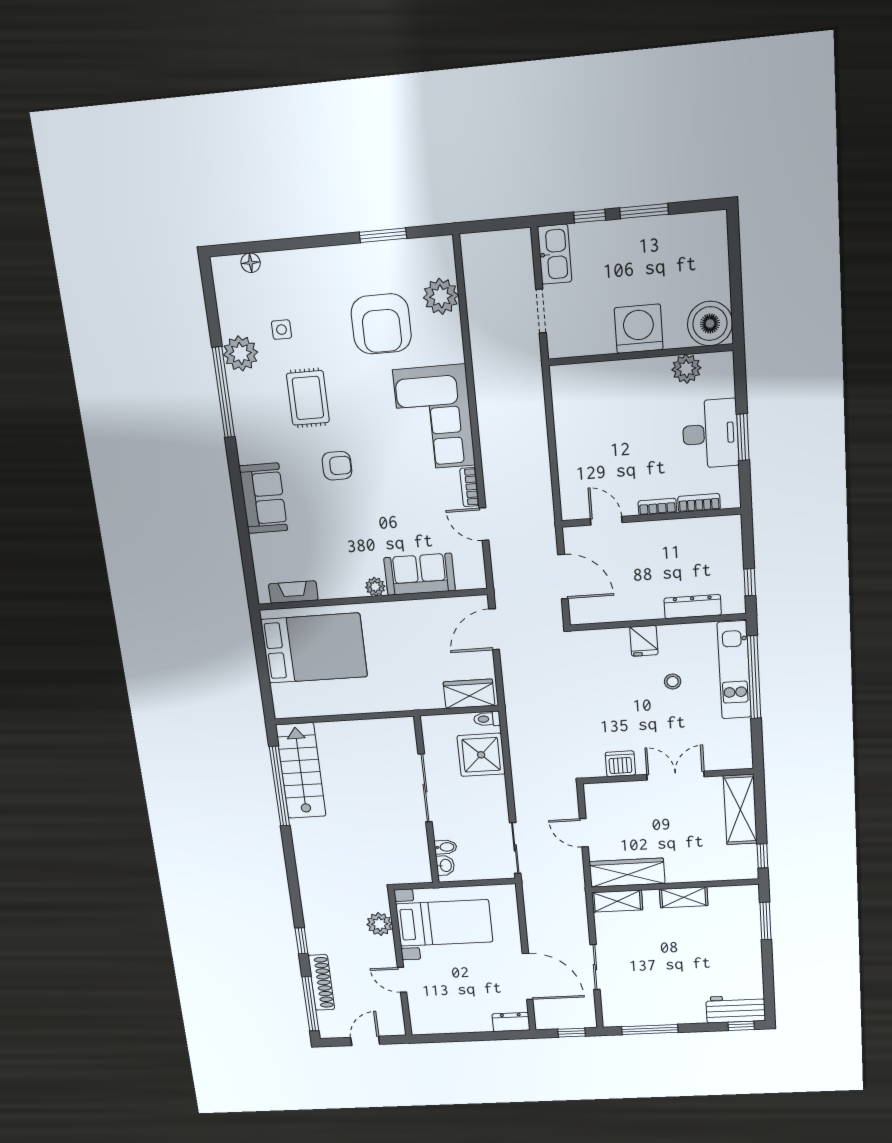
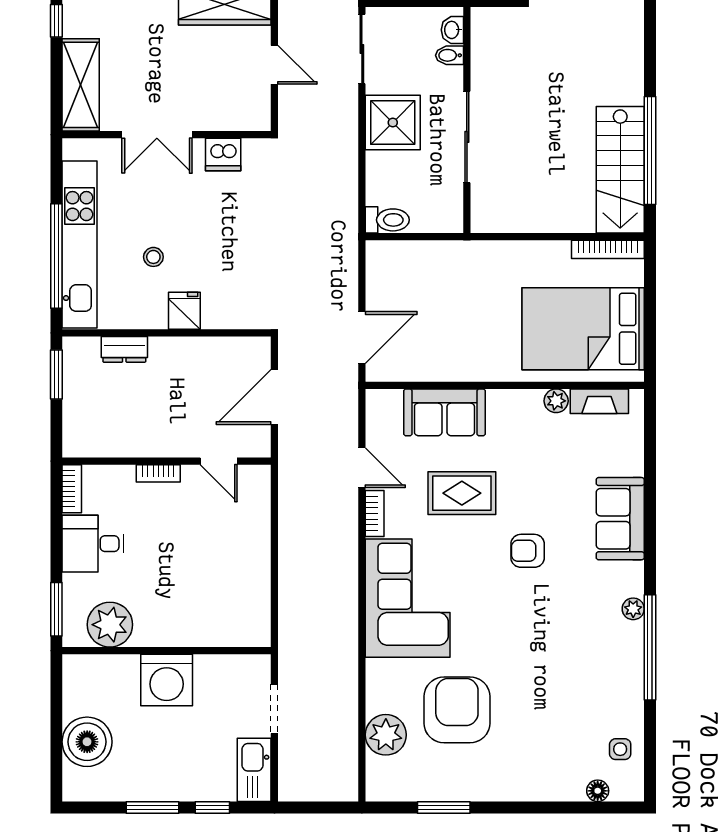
boiler: (710, 324) -> (87, 742), moved
side table: (281, 330) -> (620, 749), moved
plant: (240, 353) -> (633, 609), moved, width x0.53, depth x0.53
plant: (686, 369) -> (110, 625), width x1.36, depth x1.36
rug: (308, 398) -> (462, 493), moved, turned 90
desk: (710, 434) -> (93, 544), width x0.73
window: (743, 437) -> (56, 609), moved
bookcase: (699, 503) -> (72, 489), moved, turned -90
door: (563, 577) -> (274, 397), hinge flipped
window: (750, 582) -> (56, 374), width x1.50
plant: (375, 587) -> (556, 401), moved
dresser: (693, 607) -> (124, 349), width x0.70
kitchen unit: (734, 670) -> (79, 245), width x1.36
wardrobe: (469, 694) -> (400, 258), removed
bookcase: (302, 710) -> (608, 249), added
toilet: (487, 719) -> (387, 220), width x1.37, depth x1.39
shower: (481, 755) -> (393, 123), moved

